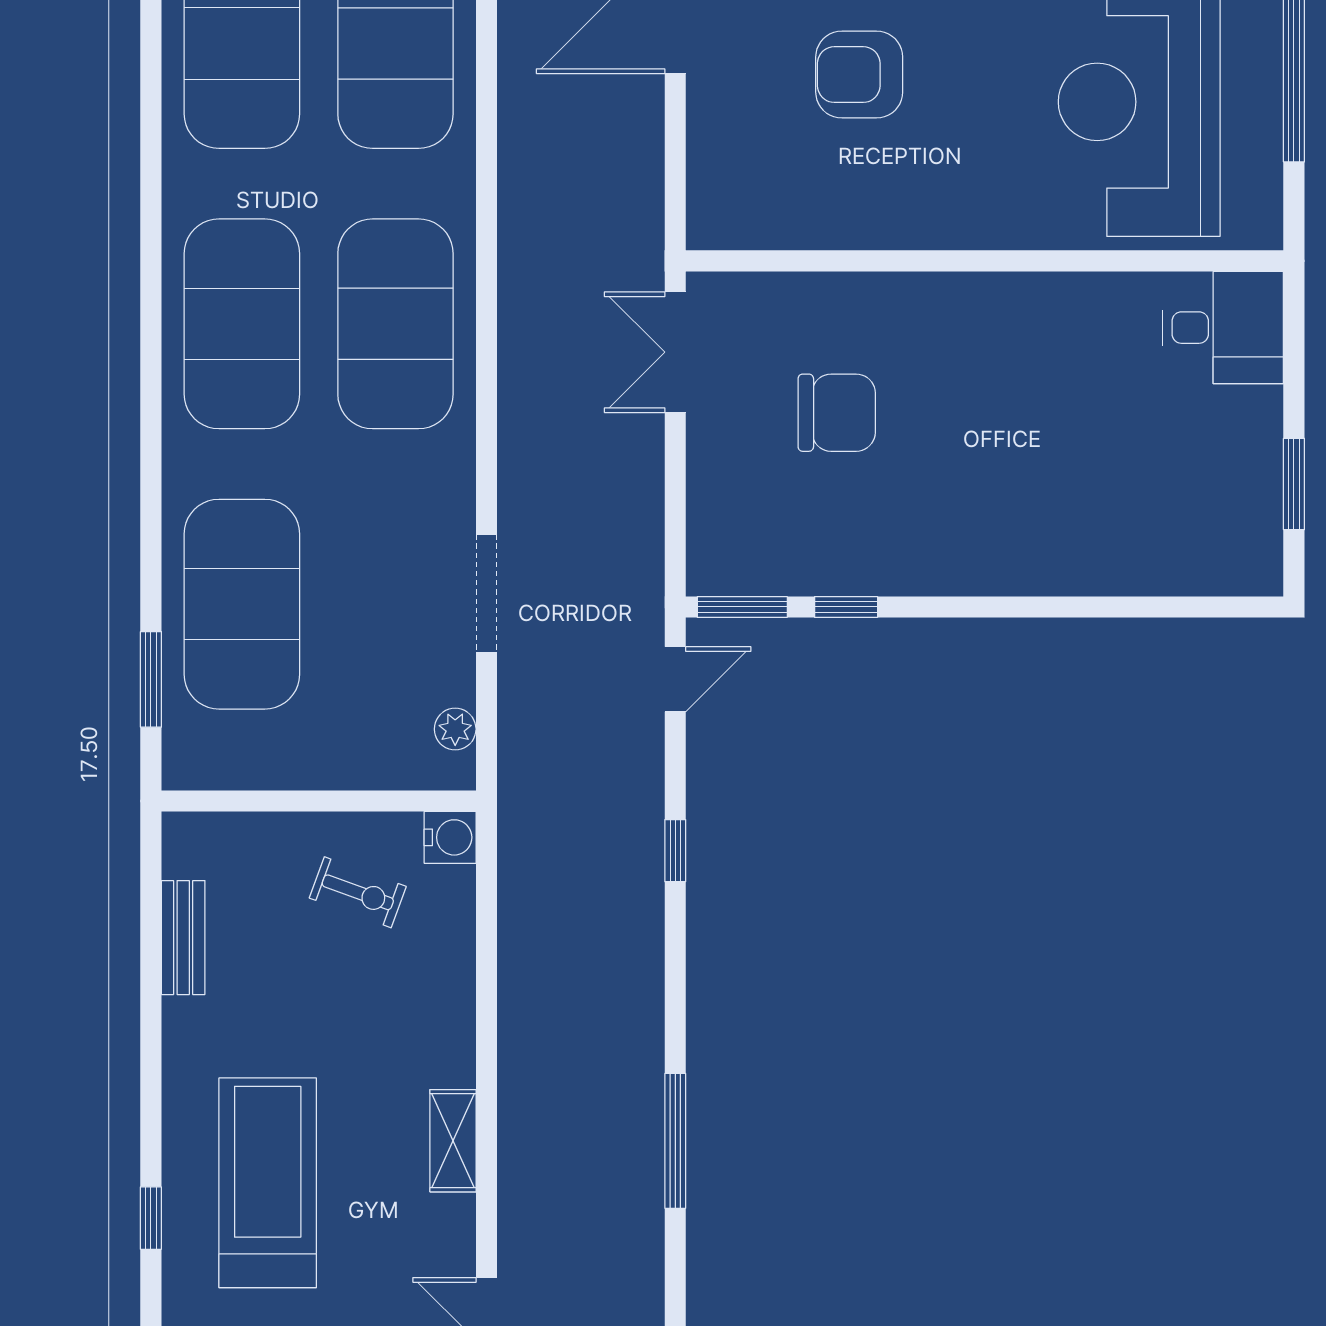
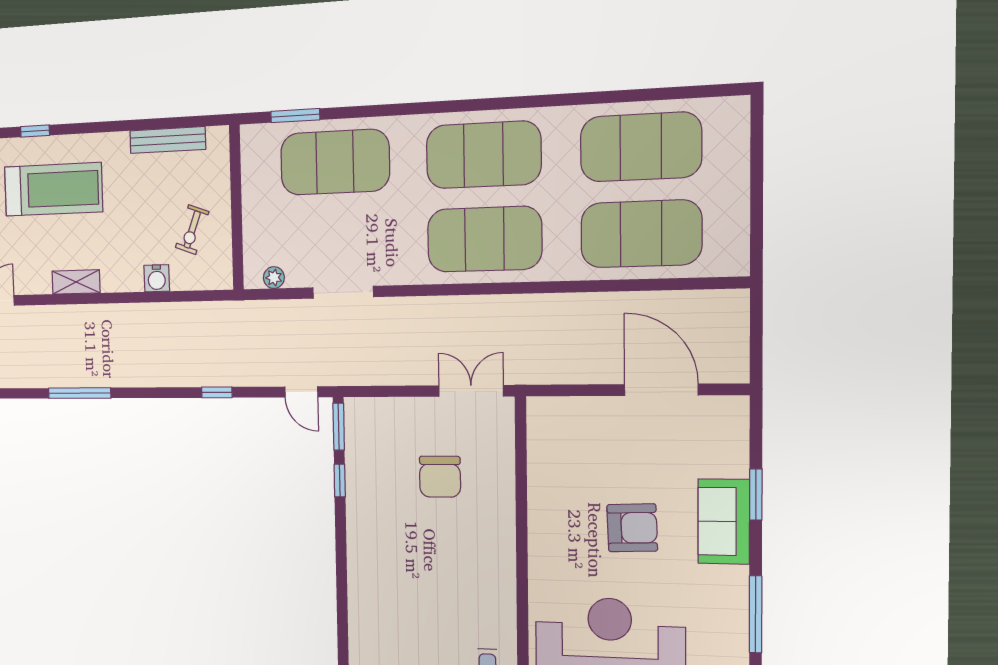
armchair: (859, 75) -> (632, 528), moved, turned 88
water cooler: (450, 837) -> (157, 278), moved
bench: (183, 938) -> (168, 140), width x1.36

